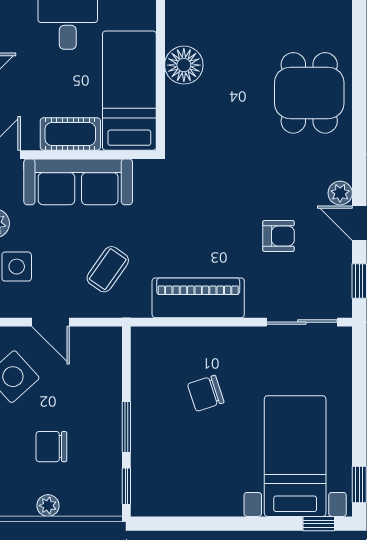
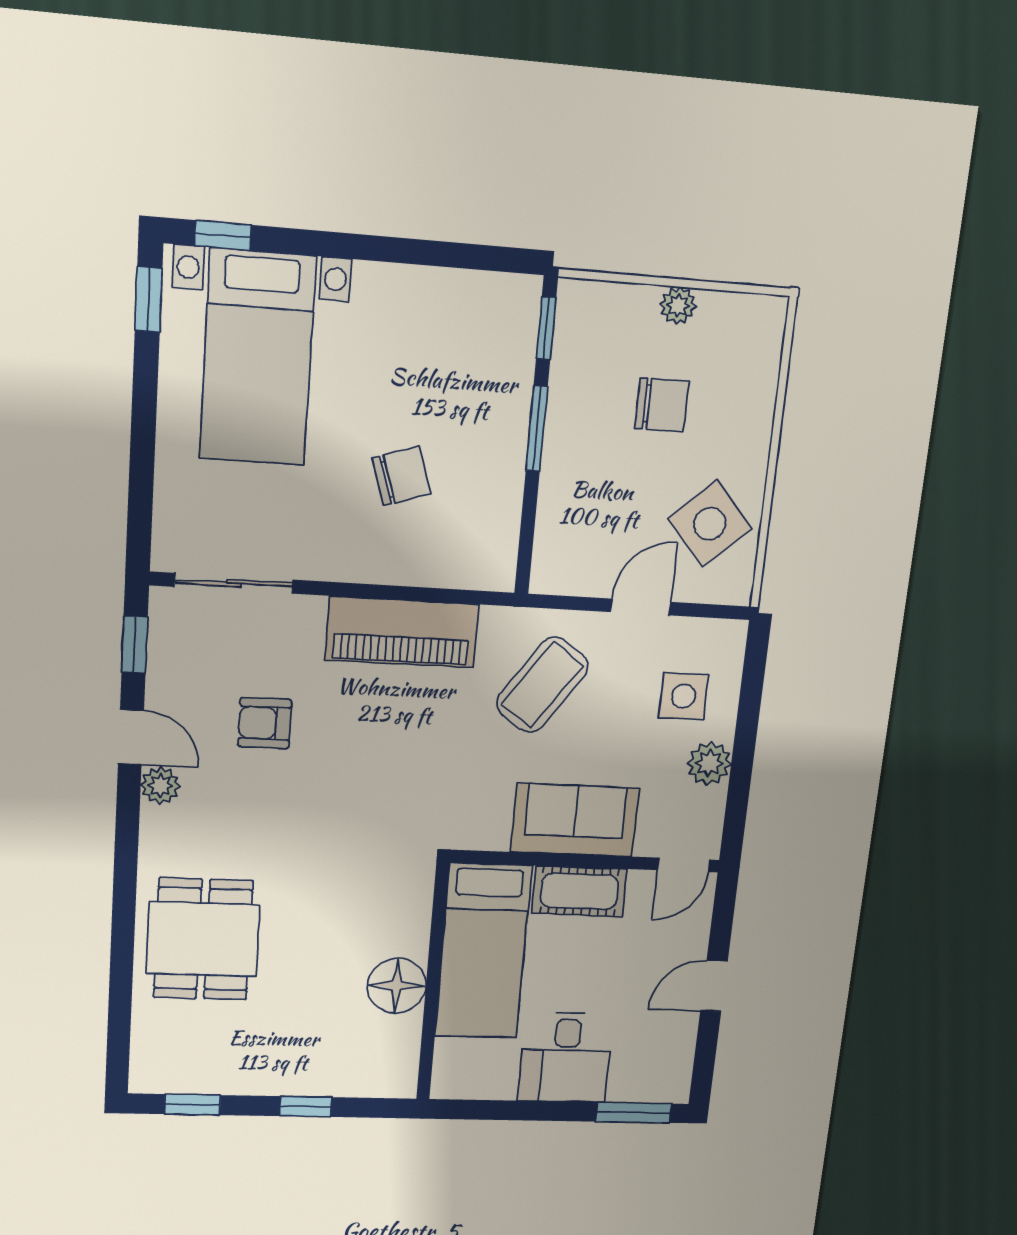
sofa: (78, 182) -> (575, 820), width x0.73
coffee table: (108, 269) -> (542, 685), width x1.36, depth x1.30
door: (51, 322) -> (641, 607), hinge flipped

